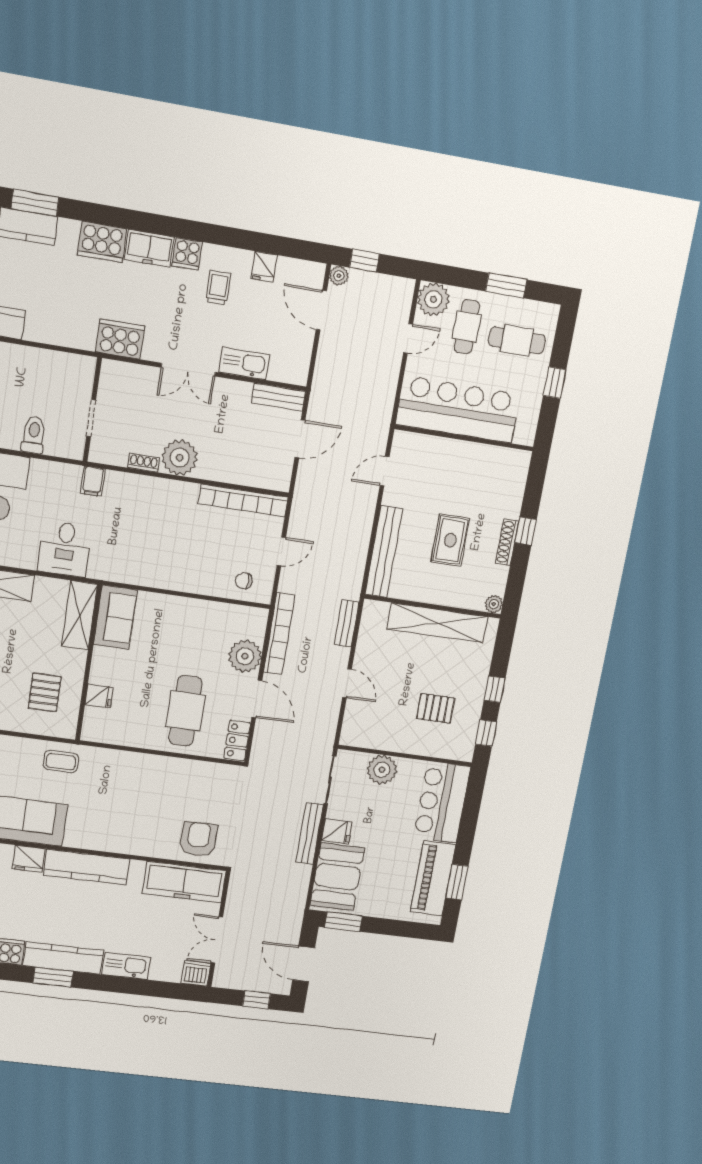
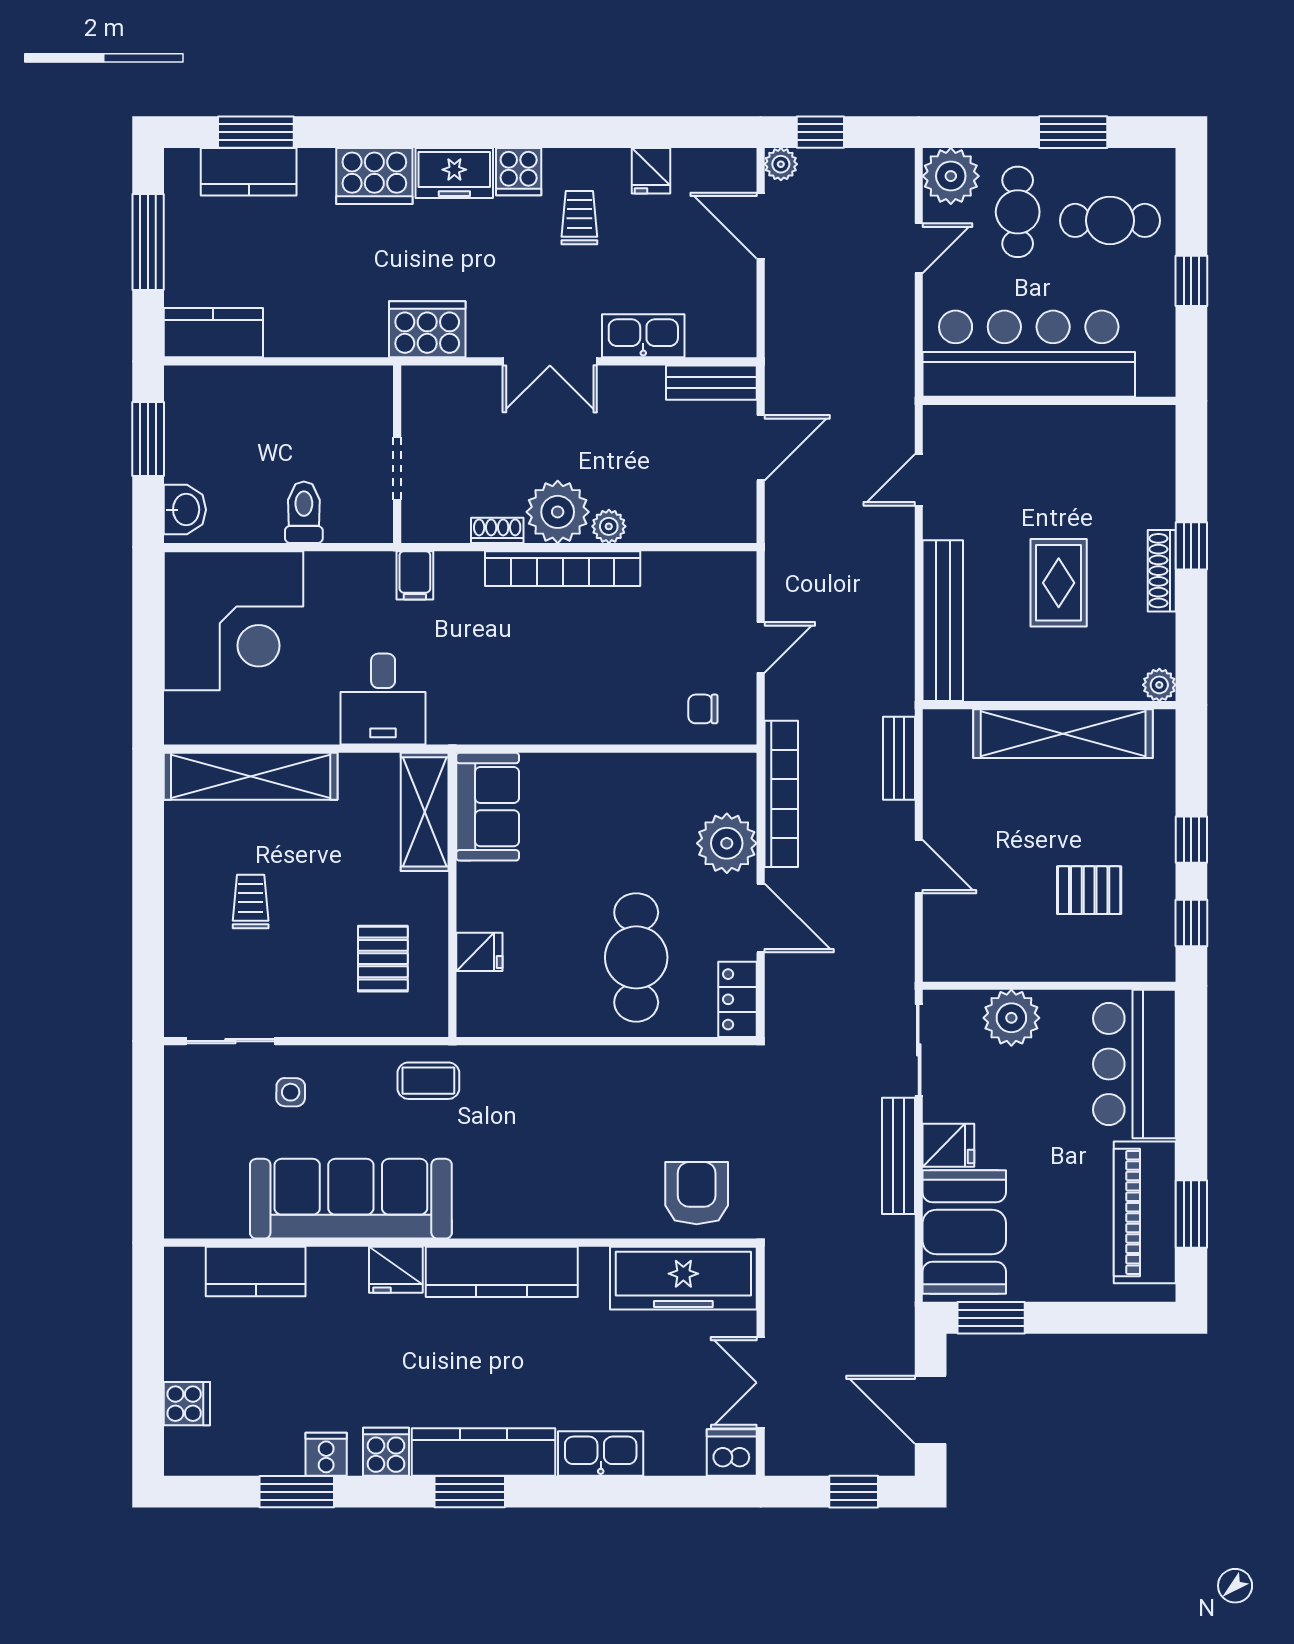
plant: (207, 470) -> (609, 526), added
bookcase: (243, 500) -> (563, 569), moved

